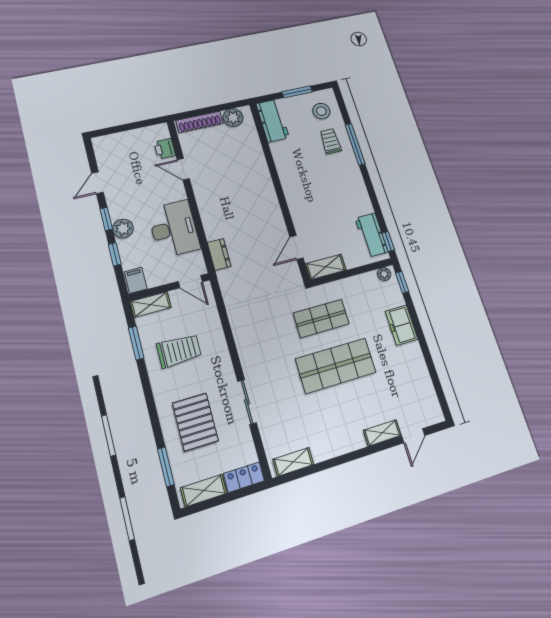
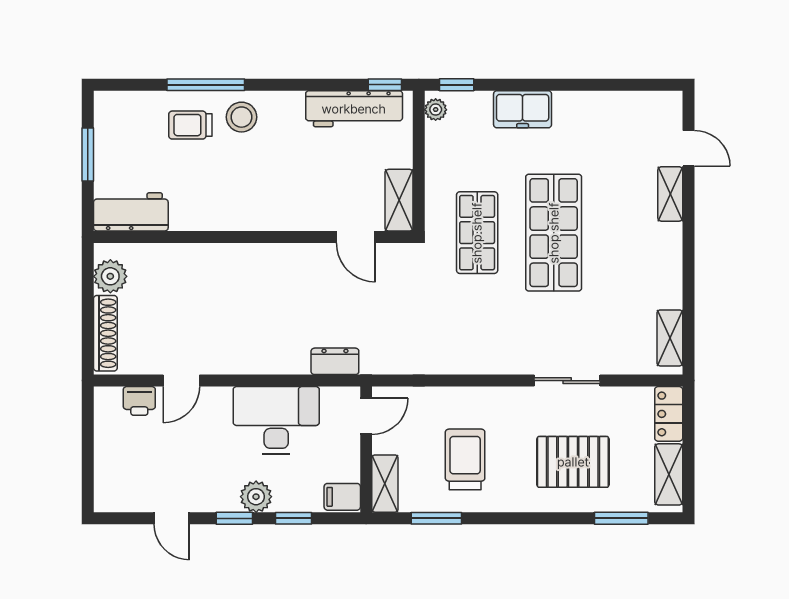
stool: (321, 111) -> (241, 117), moved
workbench: (372, 235) -> (354, 109), width x1.37

